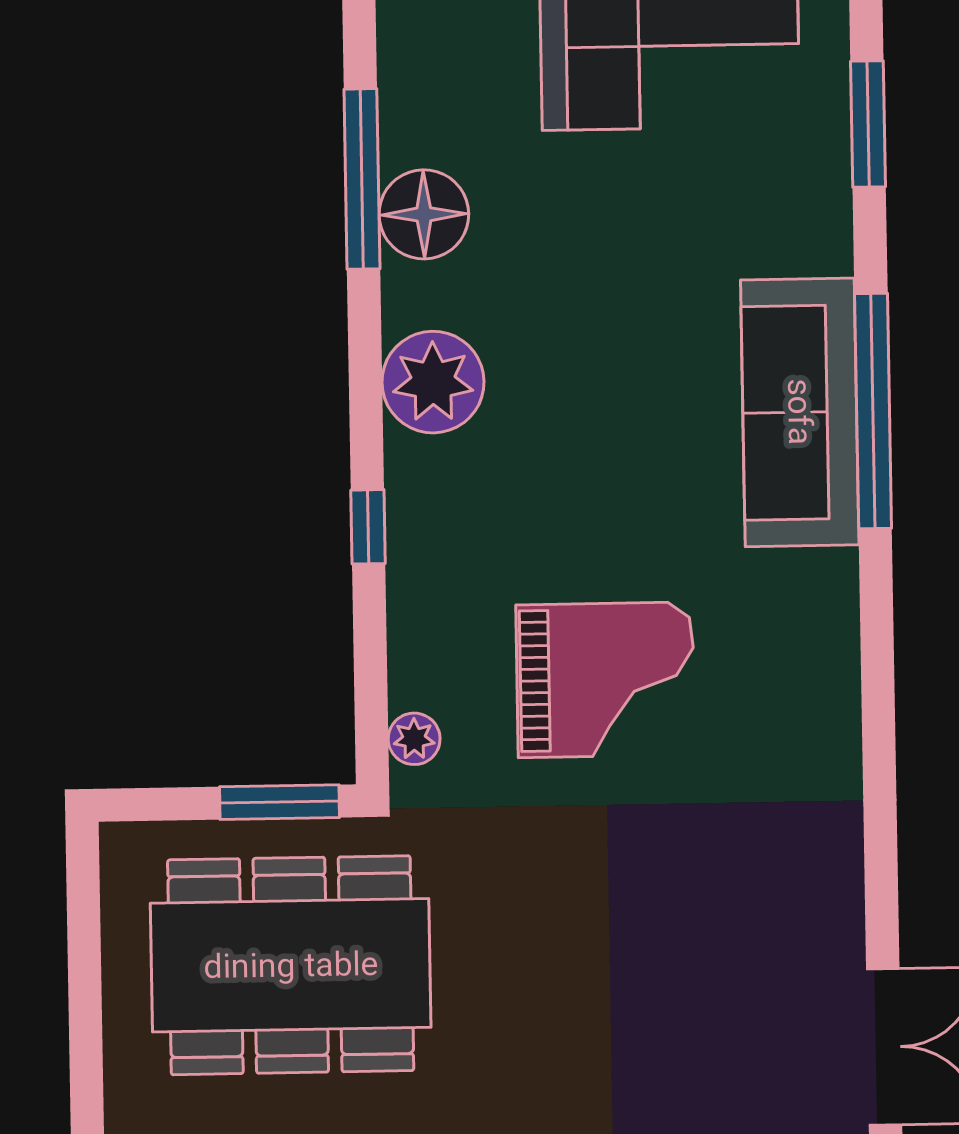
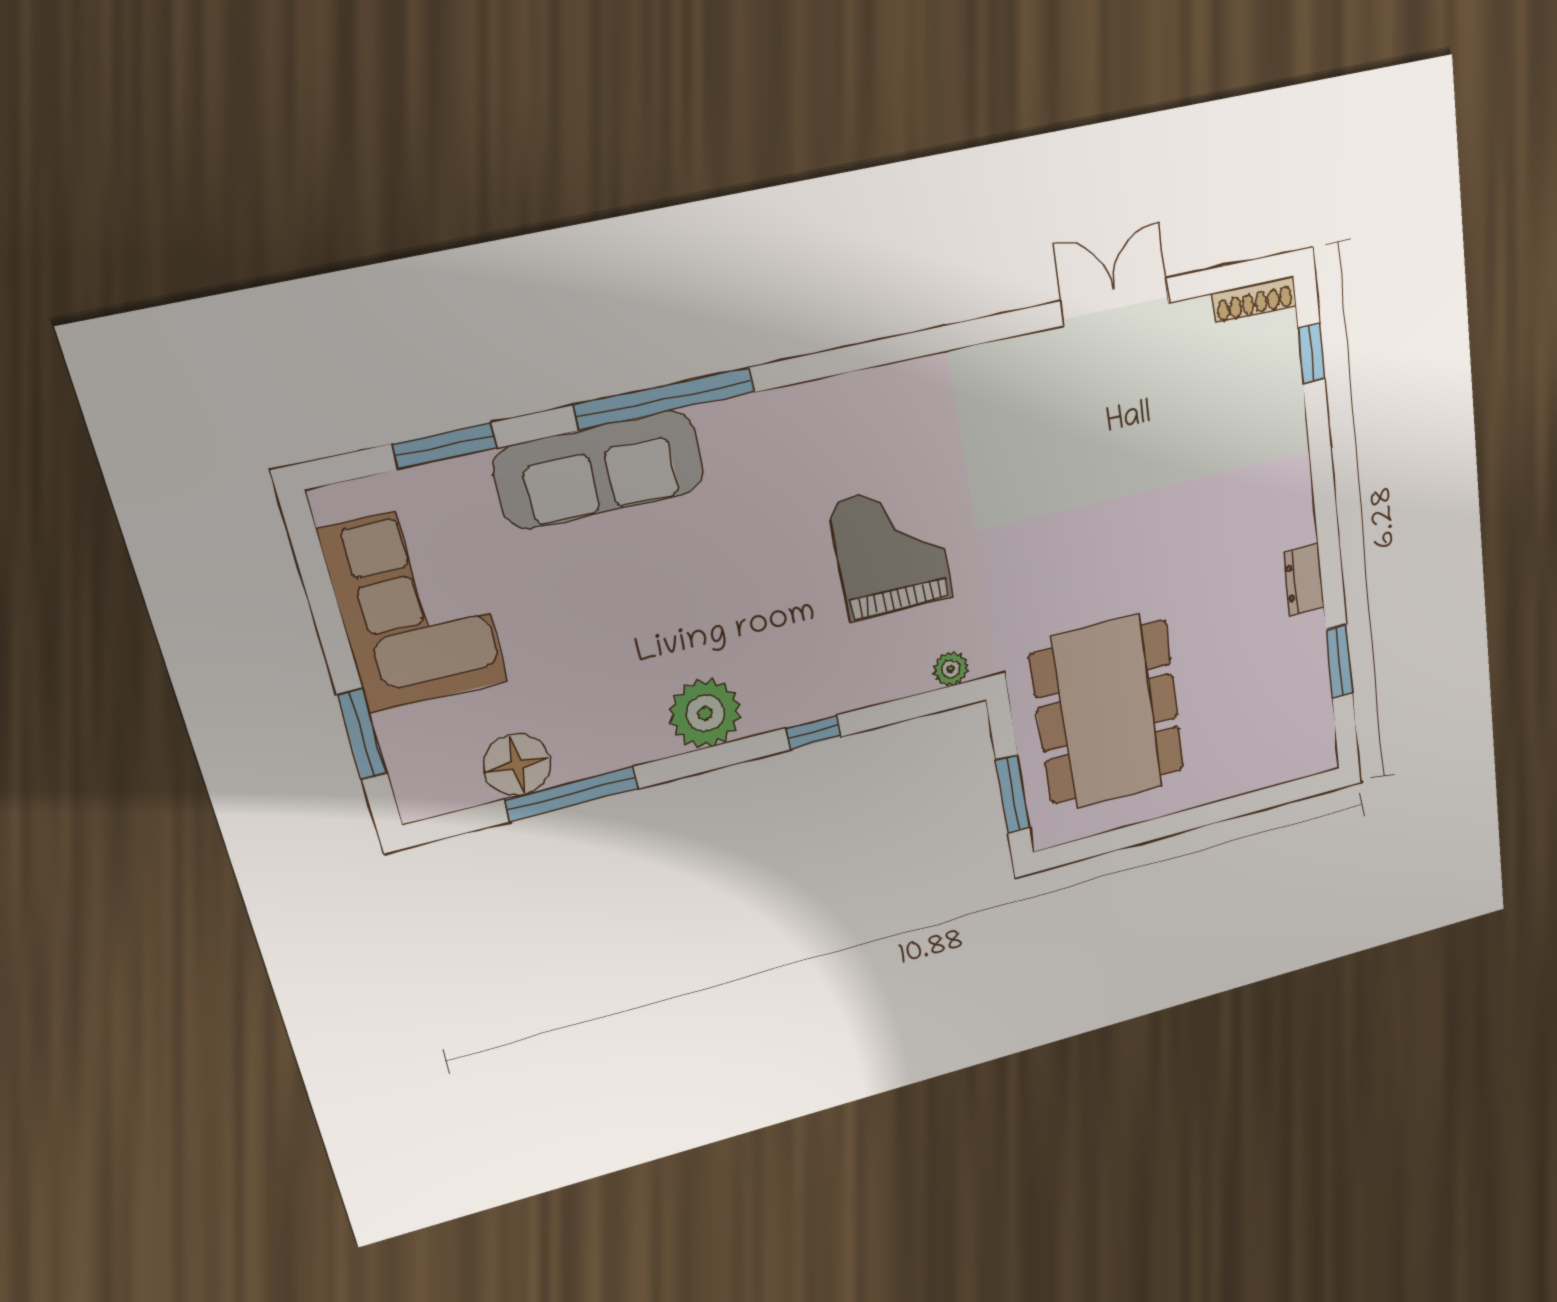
floor lamp: (424, 214) -> (517, 765), moved
sofa: (800, 412) -> (599, 470), moved
window: (280, 802) -> (1013, 794), moved

